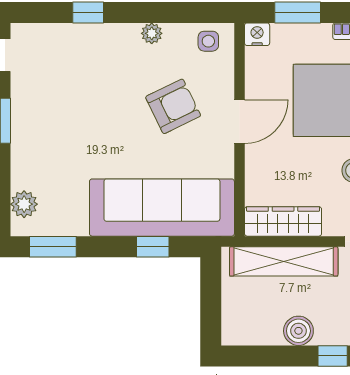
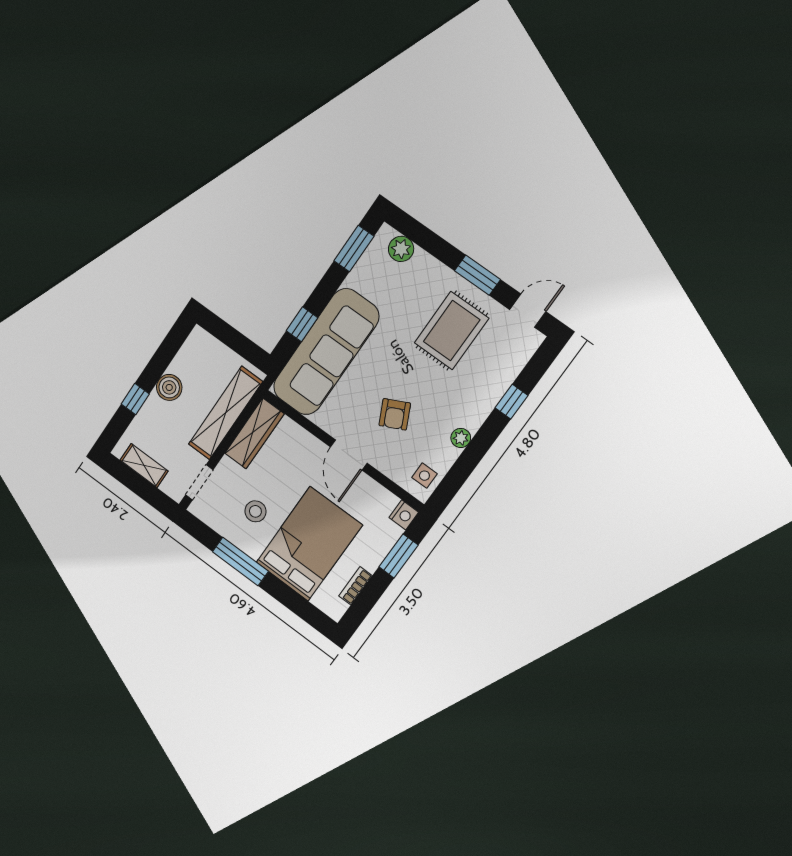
armchair: (173, 106) -> (395, 414), width x0.72, depth x0.72
rug: (64, 109) -> (452, 331), added

